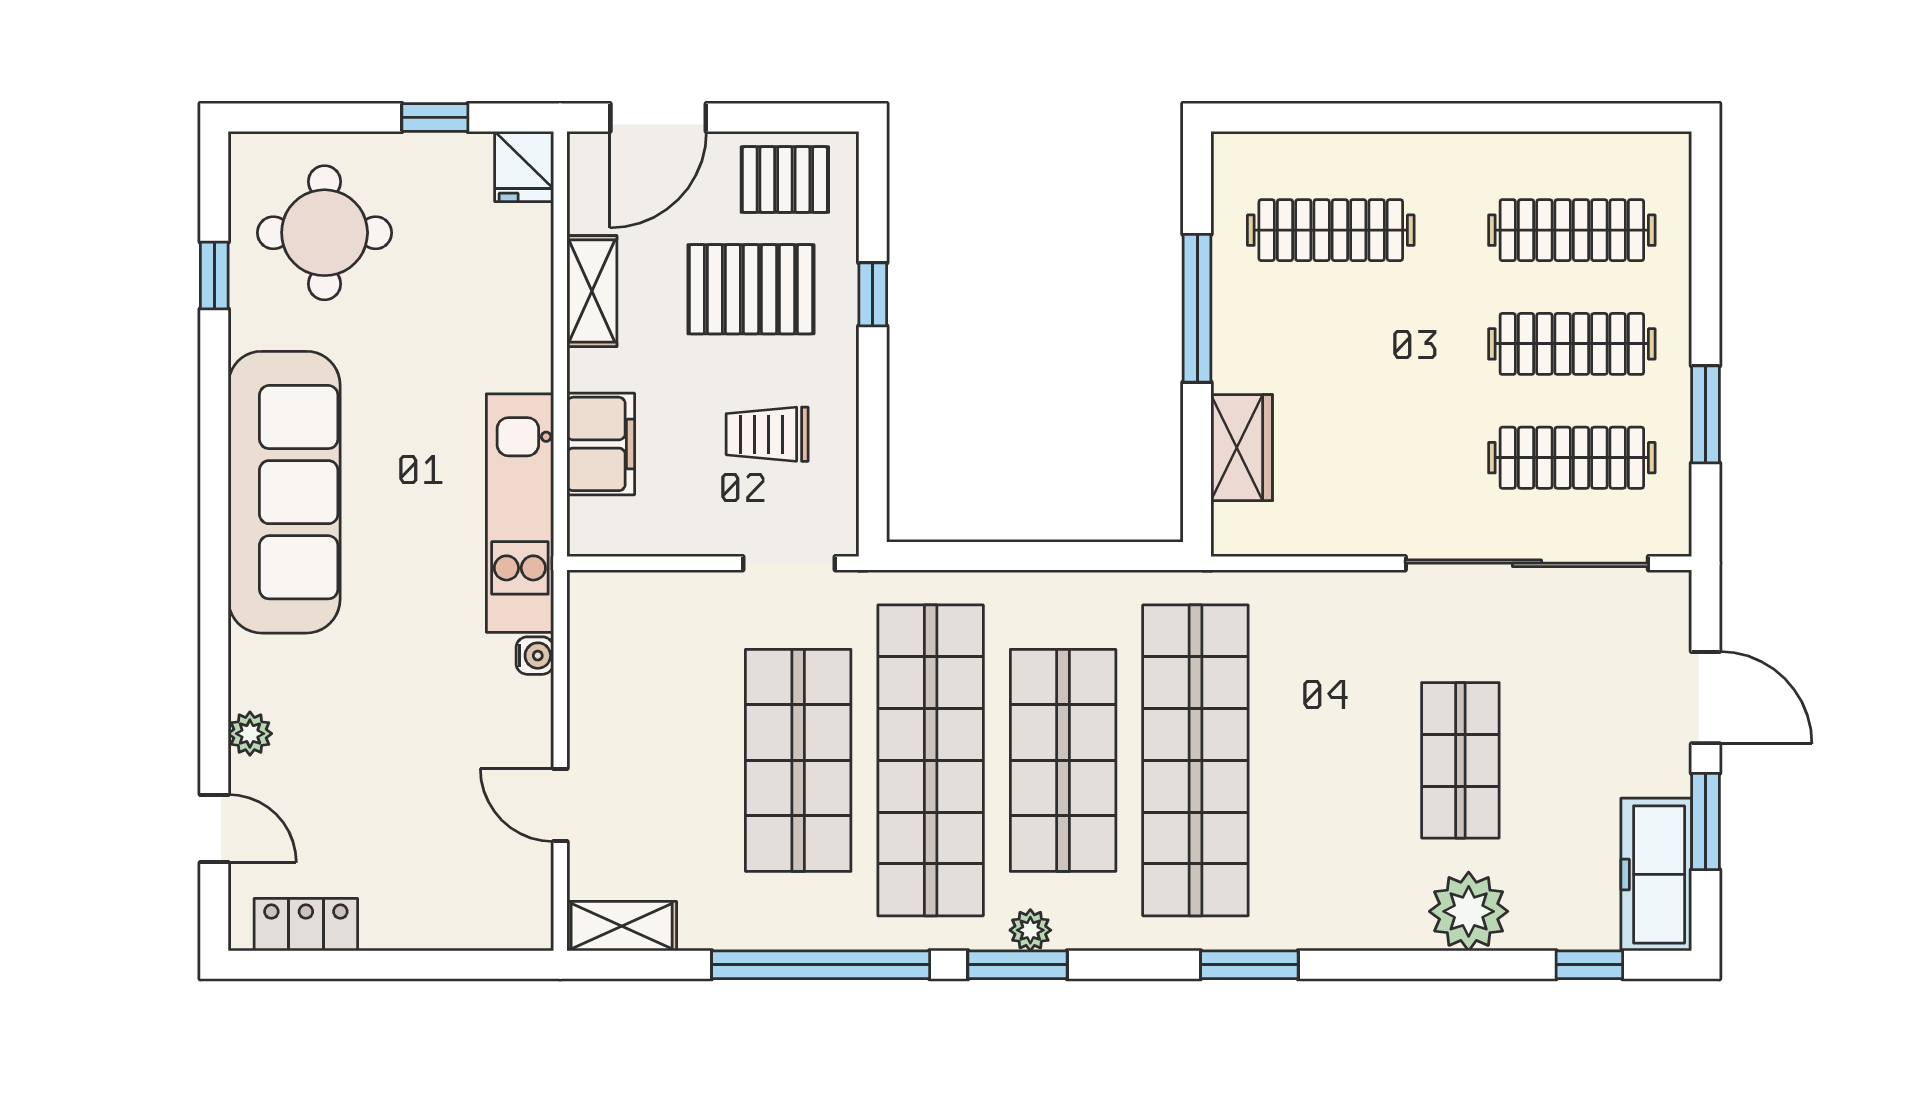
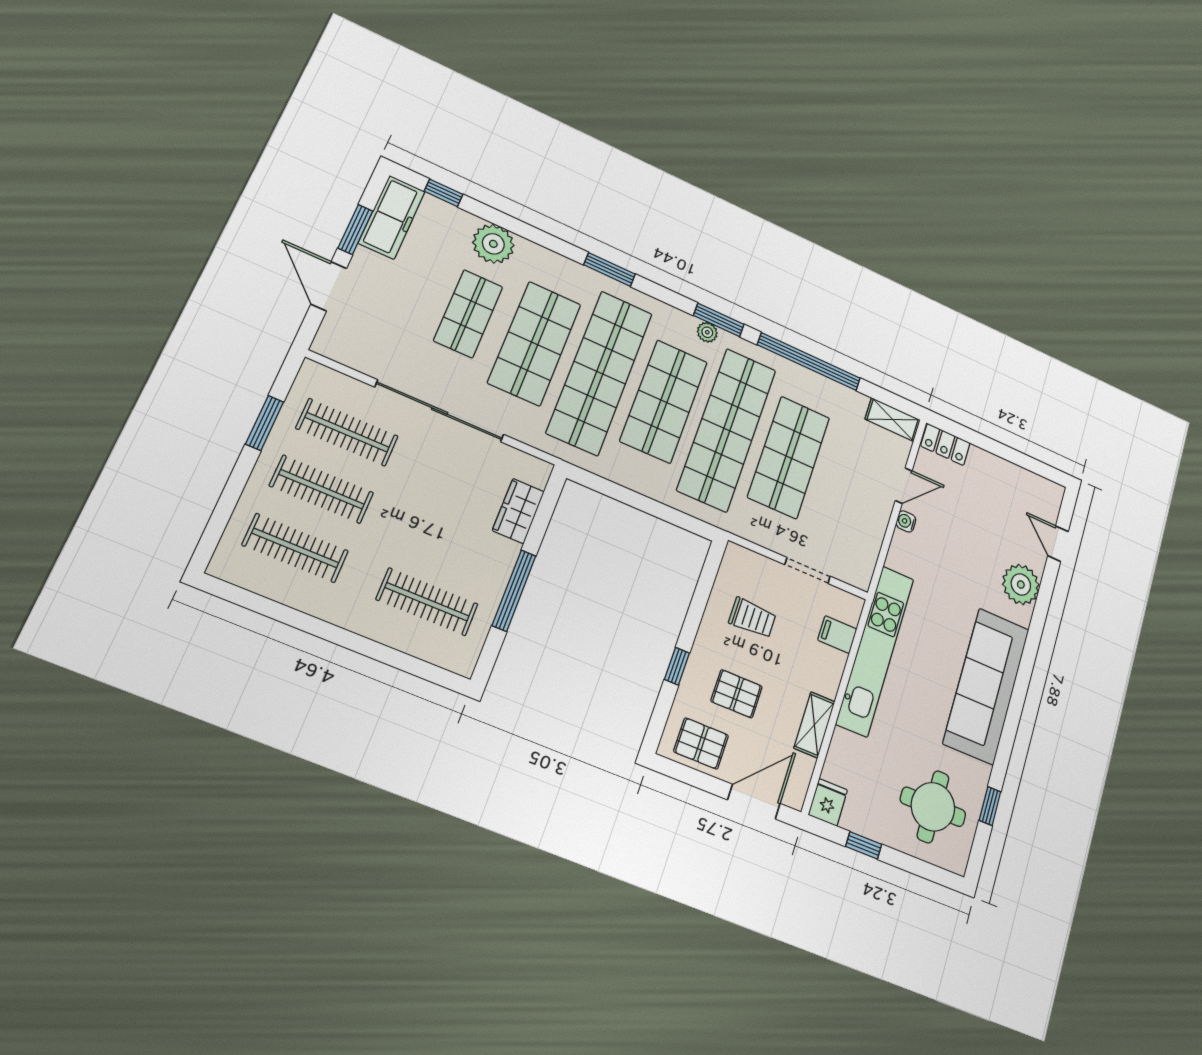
pallet: (751, 289) -> (737, 694), width x0.67, depth x0.71
filing cabinet: (601, 444) -> (837, 635), width x0.50
kitchen unit: (520, 513) -> (875, 651), width x1.36
doorway: (789, 563) -> (808, 570), moved
sliding door: (1527, 563) -> (440, 411), moved
water cooler: (535, 656) -> (906, 521), moved
plant: (250, 734) -> (1021, 584), width x1.87, depth x1.87
shop shelf: (1328, 760) -> (535, 343), added
door: (560, 805) -> (904, 486), hinge flipped
locker: (306, 925) -> (945, 444), moved

